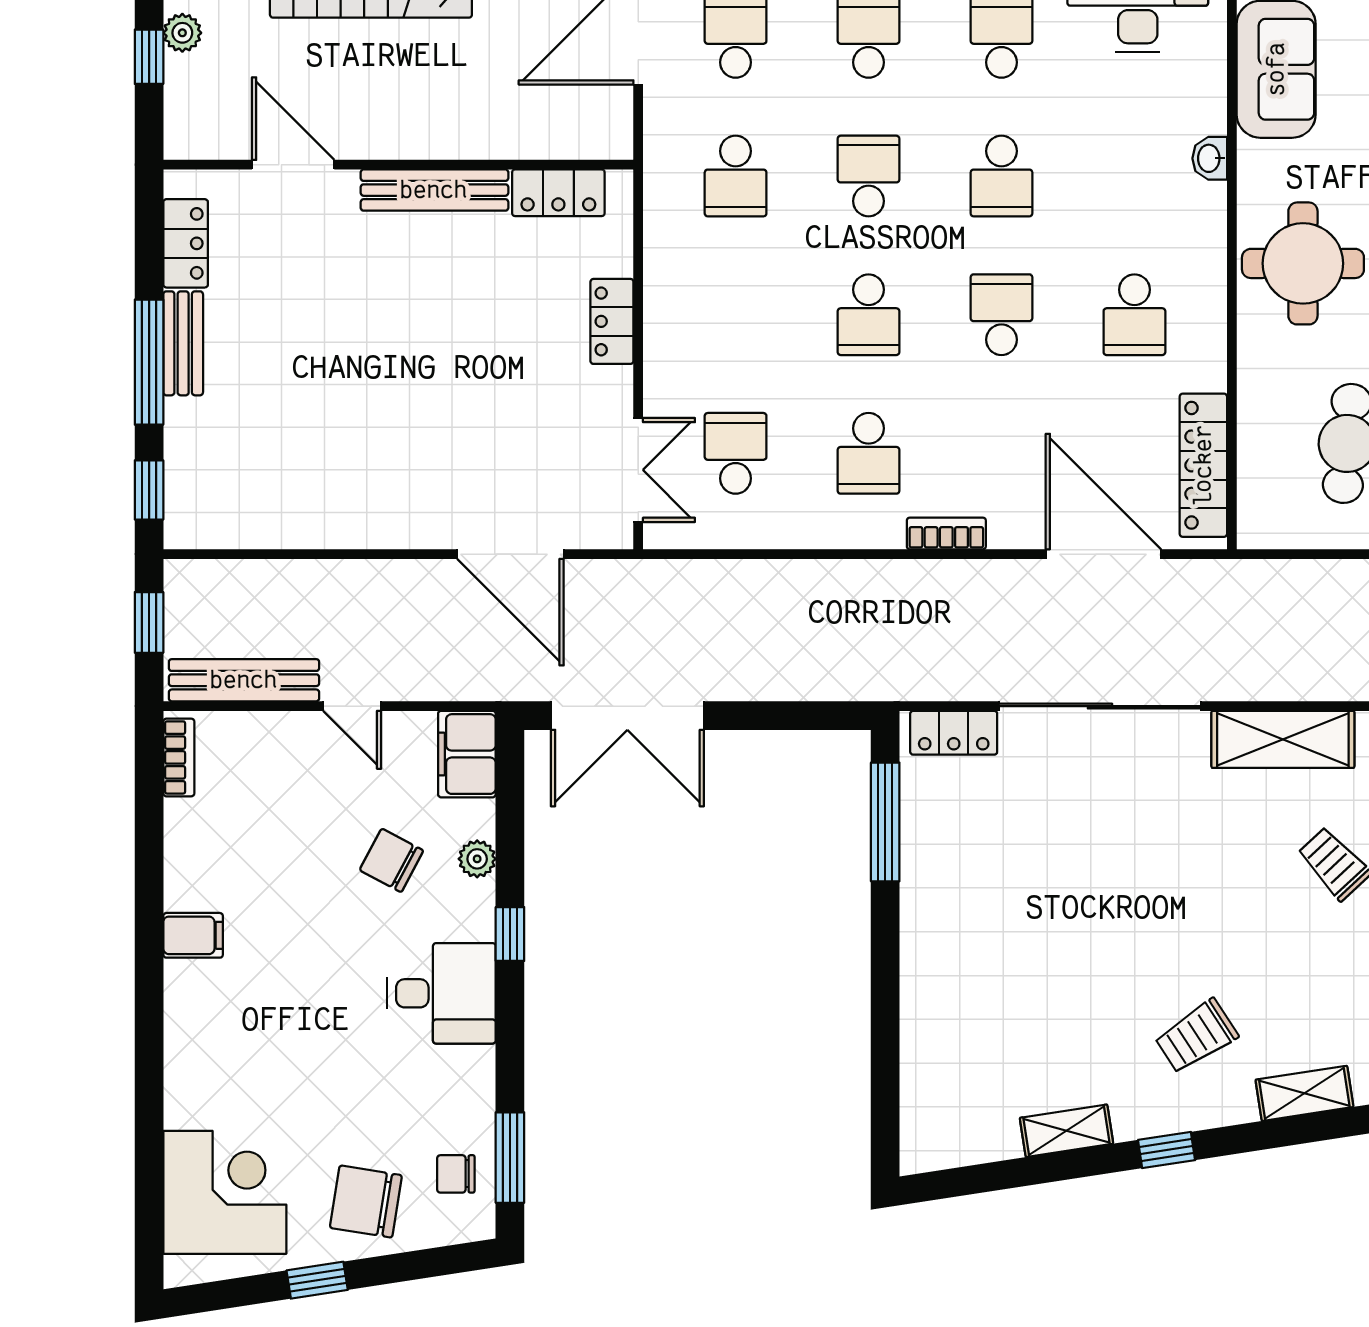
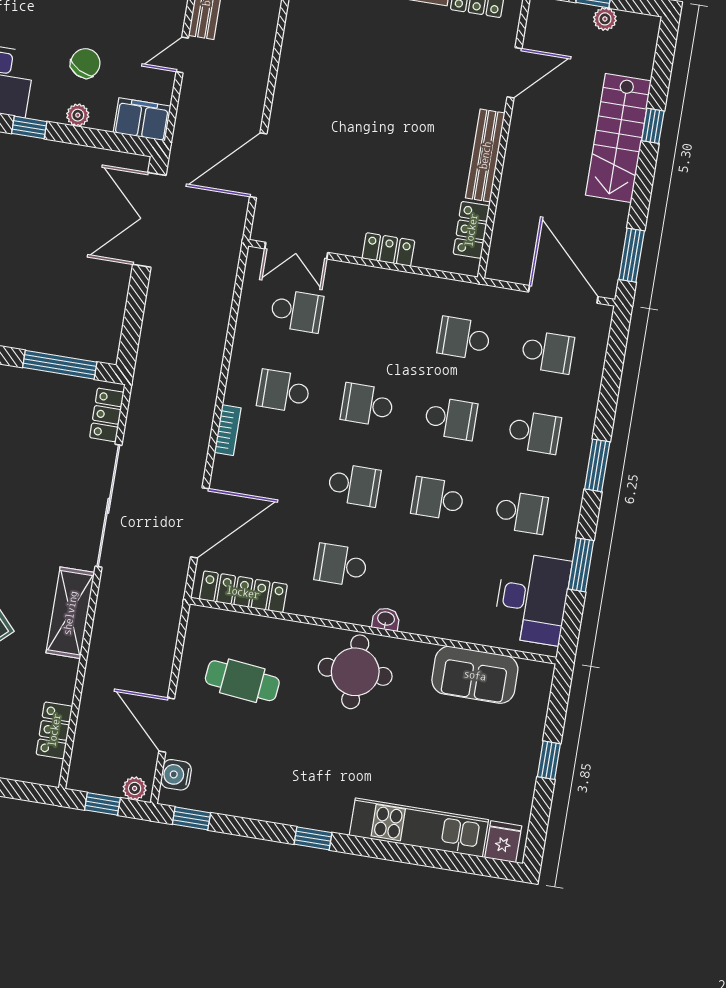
washbasin: (1210, 158) -> (386, 619), moved

